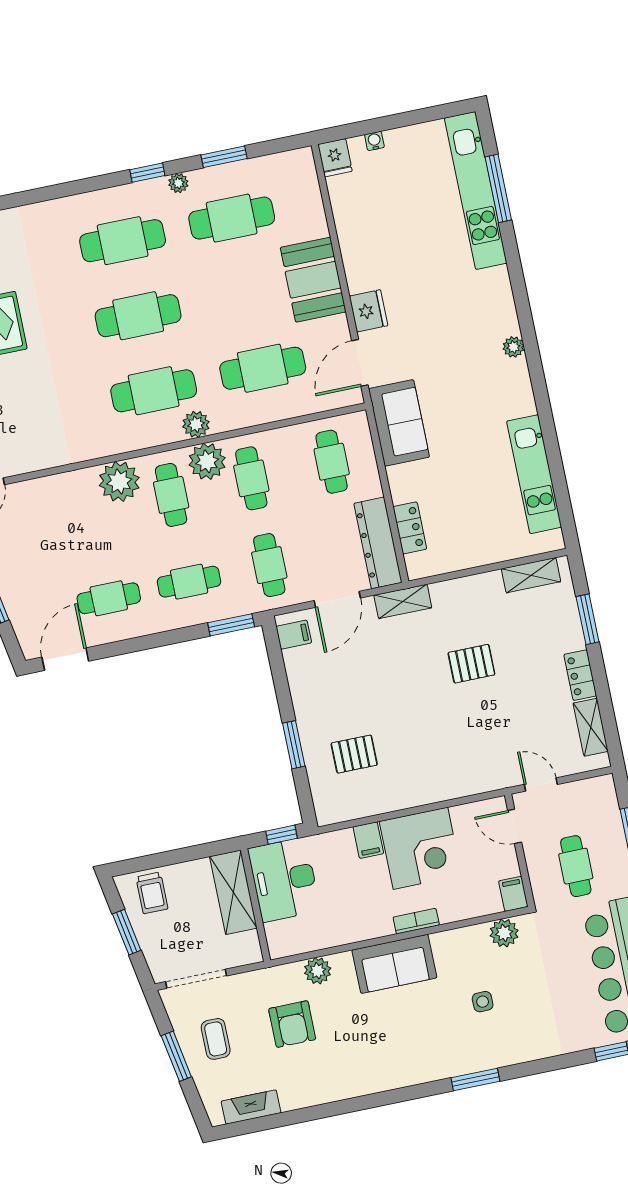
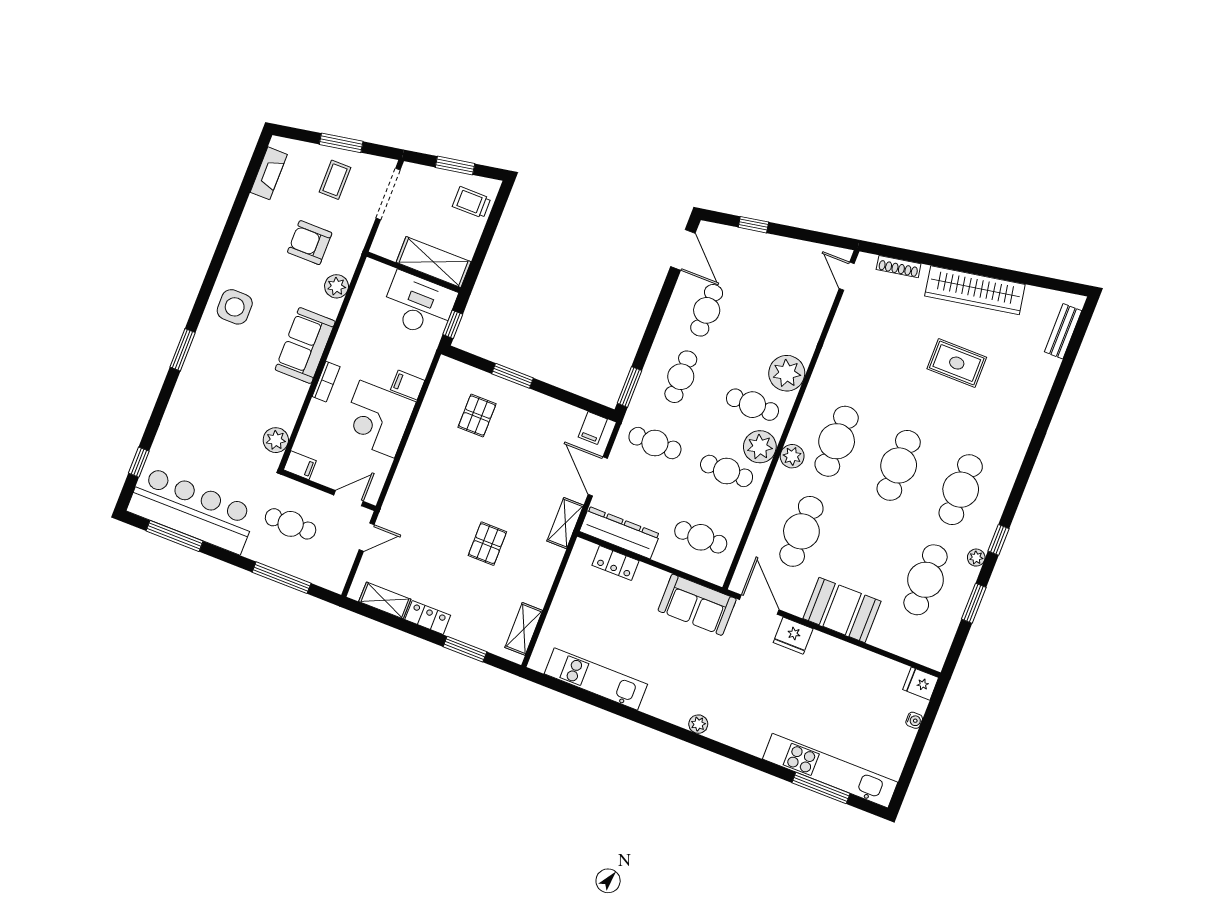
side table: (483, 1002) -> (235, 307), moved, width x1.87, depth x1.87
coffee table: (216, 1039) -> (335, 180), turned 90

